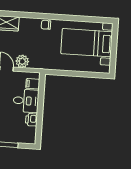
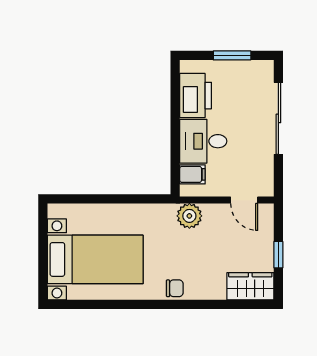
plant: (22, 61) -> (189, 216), moved
printer: (31, 120) -> (196, 96), width x1.87, depth x1.48

